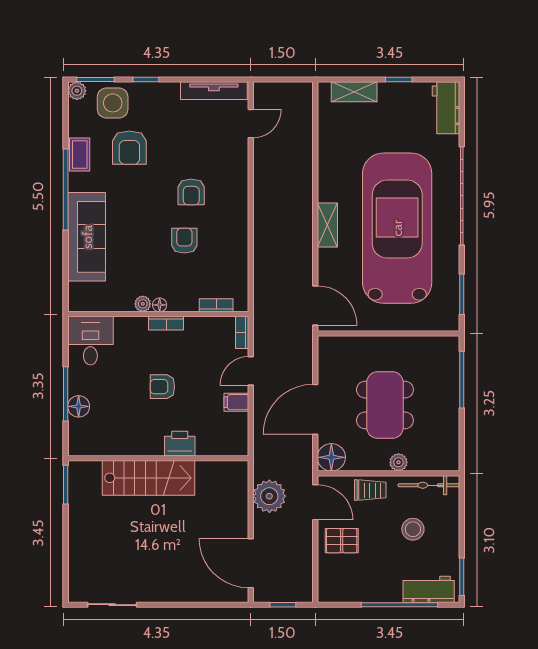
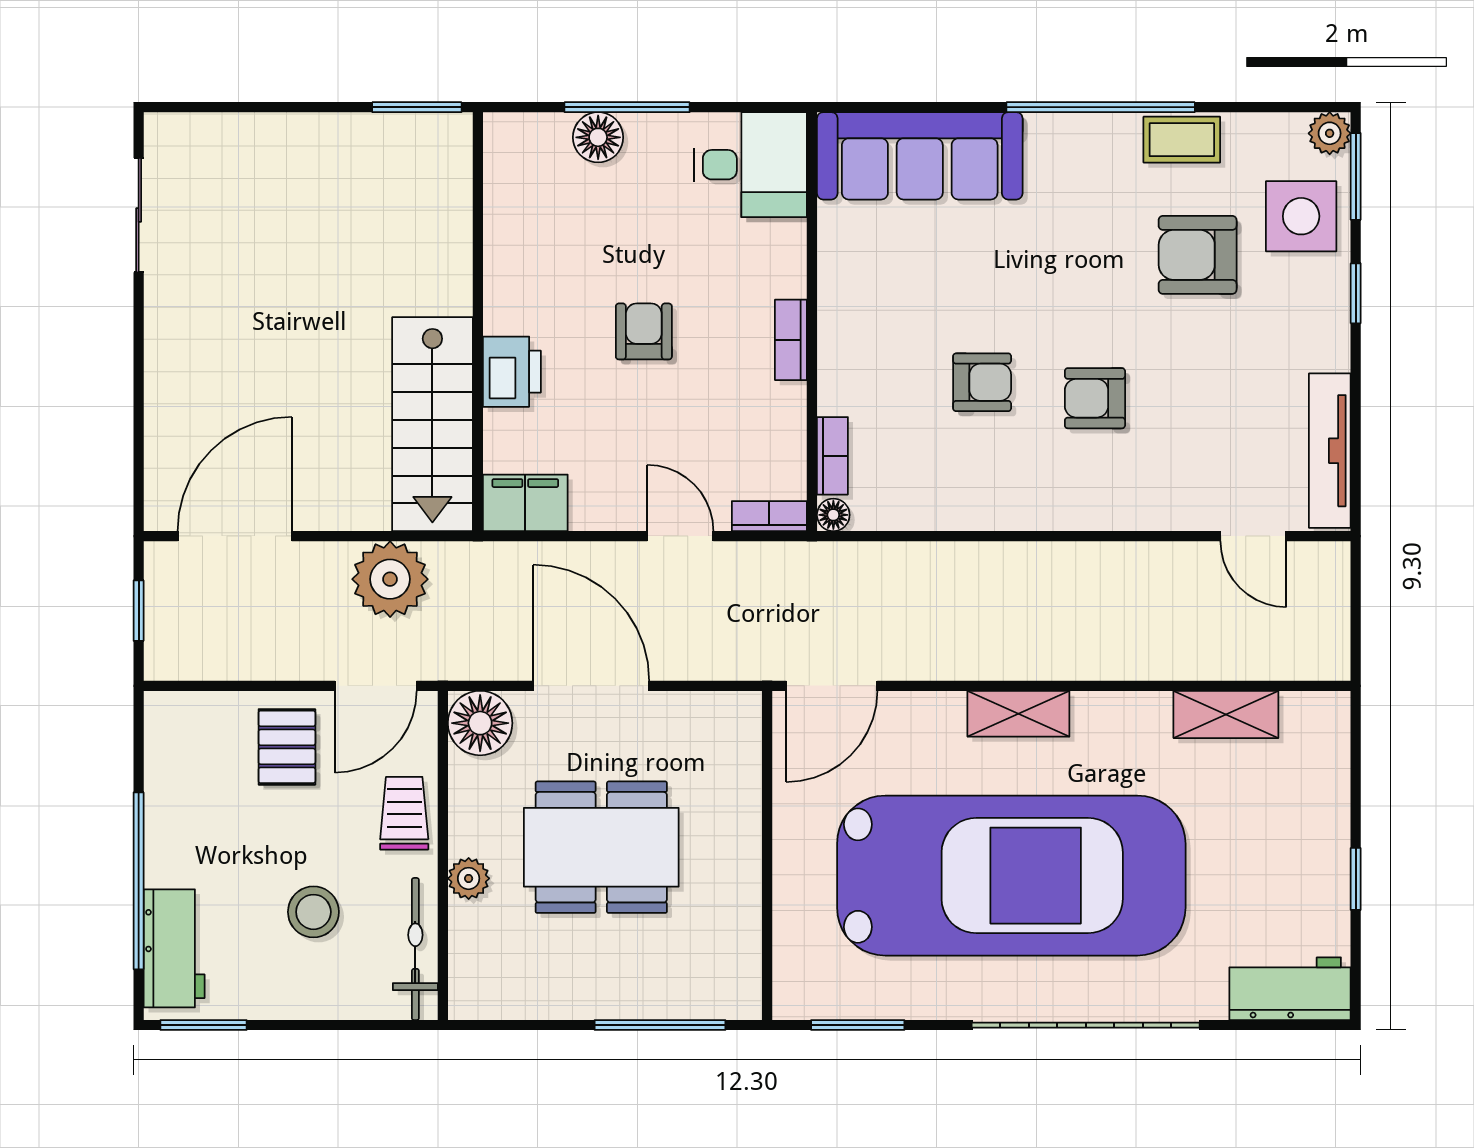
shelving: (354, 92) -> (1226, 714), moved, turned 90
sofa: (87, 237) -> (920, 156), moved
plant: (143, 304) -> (836, 286), removed
floor lamp: (160, 305) -> (833, 515), moved
filing cabinet: (236, 402) -> (525, 503), moved, width x2.00
stairs: (149, 478) -> (432, 424), moved
trolley: (370, 490) -> (404, 813), turned 180

